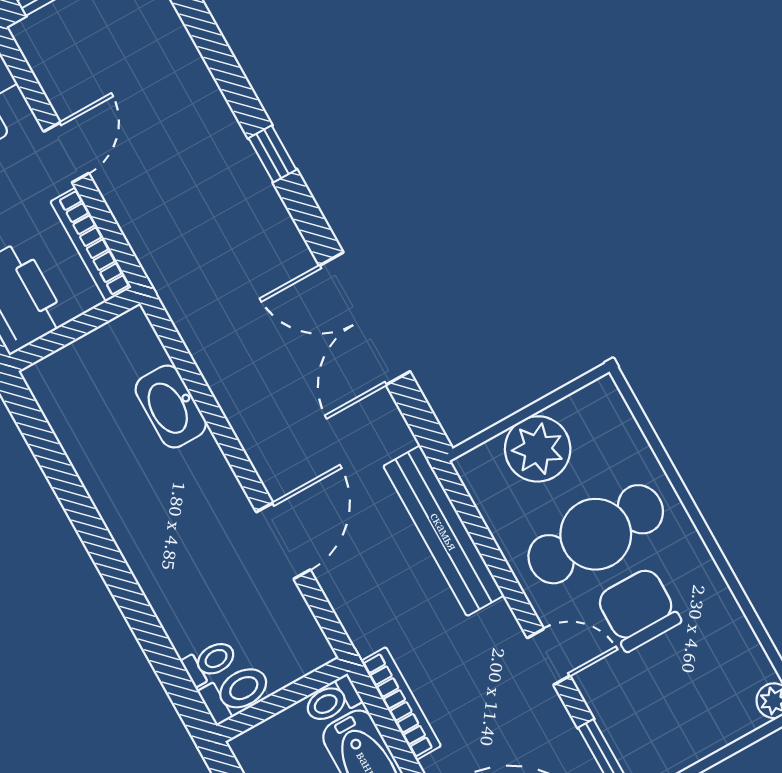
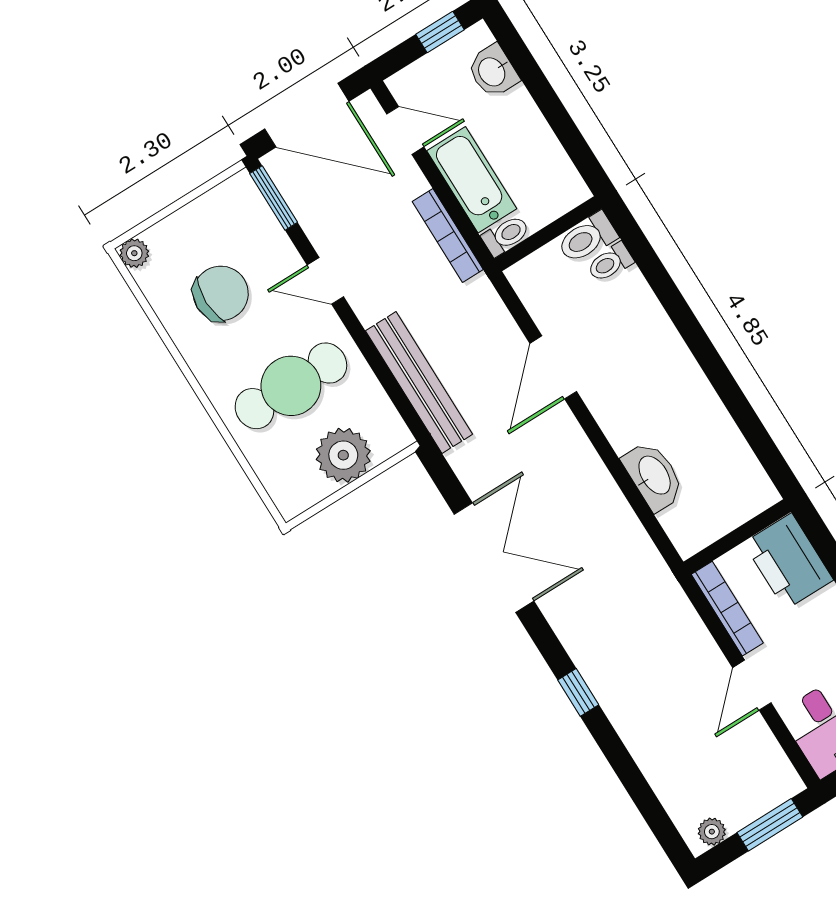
chair: (638, 609) -> (221, 293), moved, turned -90

